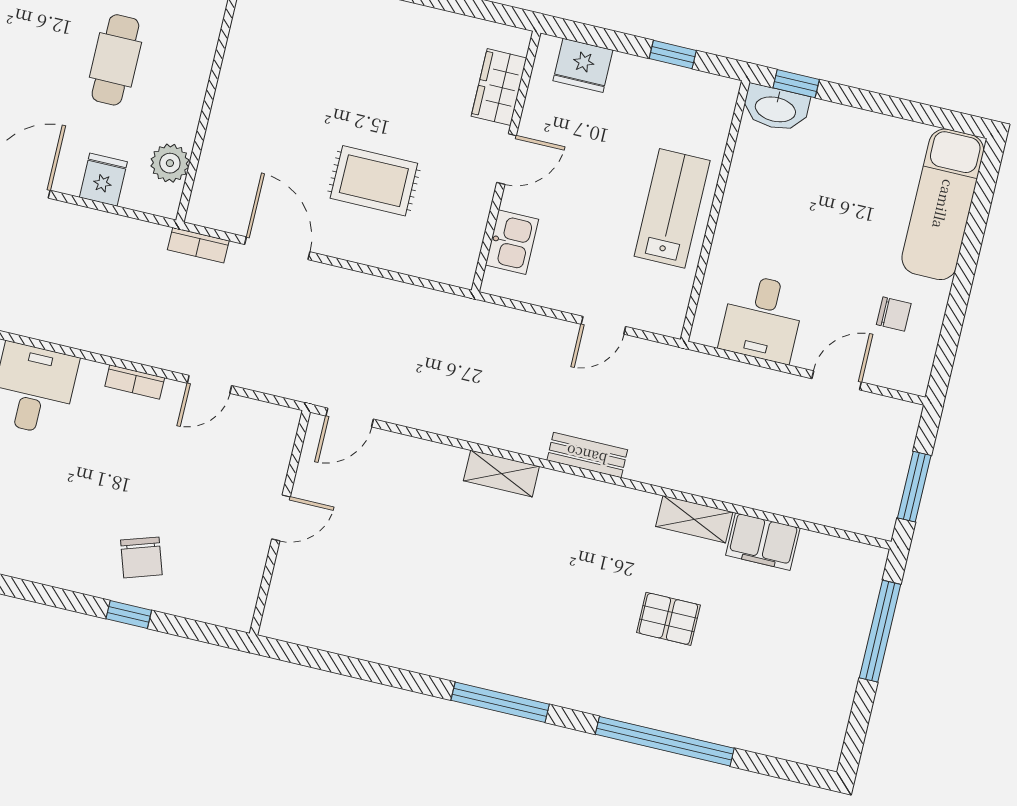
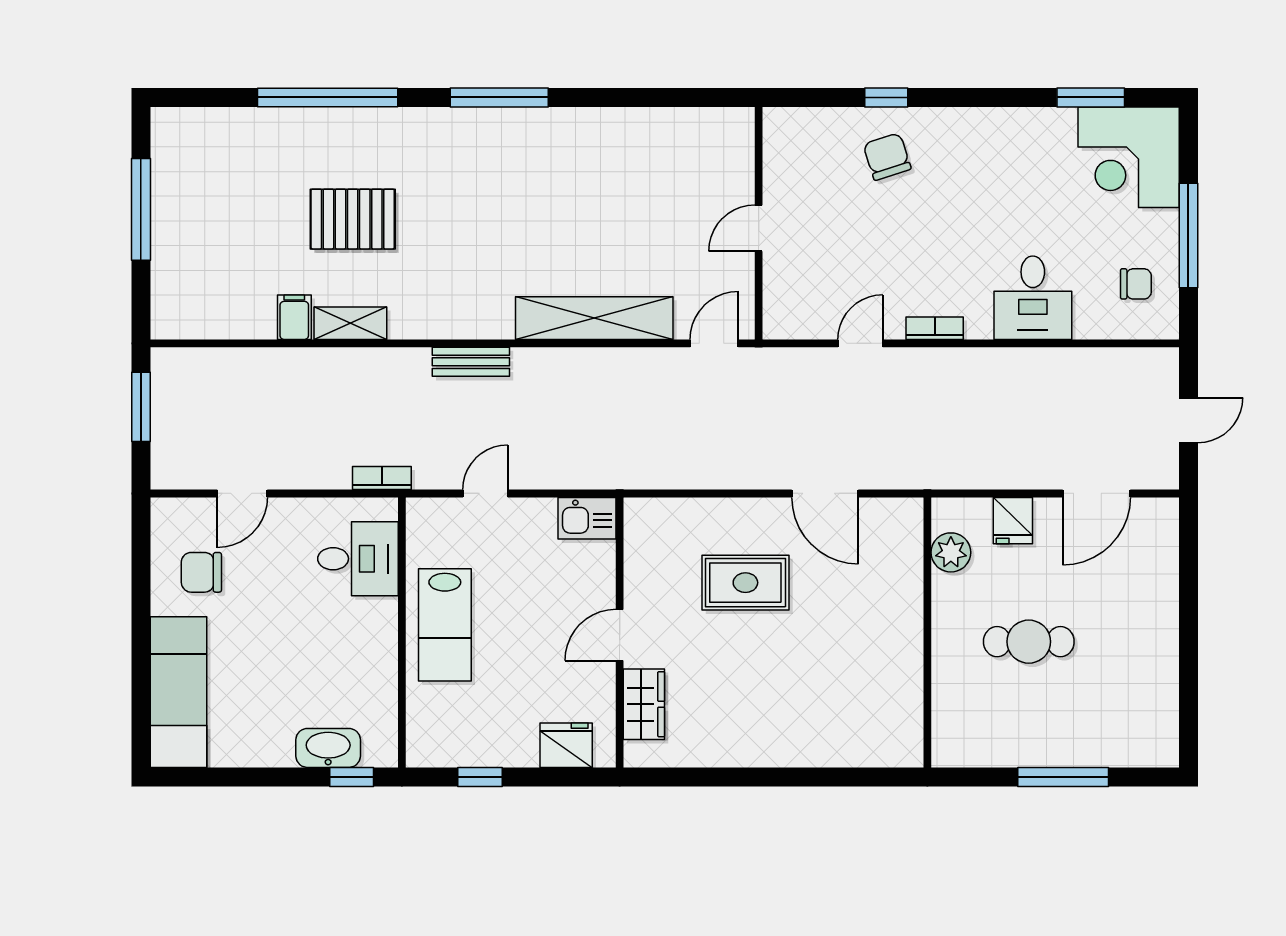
cafe table: (115, 60) -> (1029, 642), turned 90
washbasin: (776, 108) -> (328, 748), moved
kitchen sink: (512, 242) -> (587, 518), moved, turned -90
bookcase: (198, 245) -> (382, 478), moved
chair: (894, 314) -> (201, 572), width x1.37, depth x1.37
desk: (762, 318) -> (358, 559), moved, turned 90
shelving: (501, 473) -> (594, 318), width x2.20, depth x1.33
filing cabinet: (763, 542) -> (294, 317), width x0.50
pallet: (668, 619) -> (353, 219), width x1.50, depth x1.42
window: (880, 631) -> (141, 209), moved

